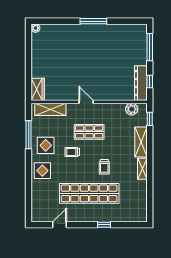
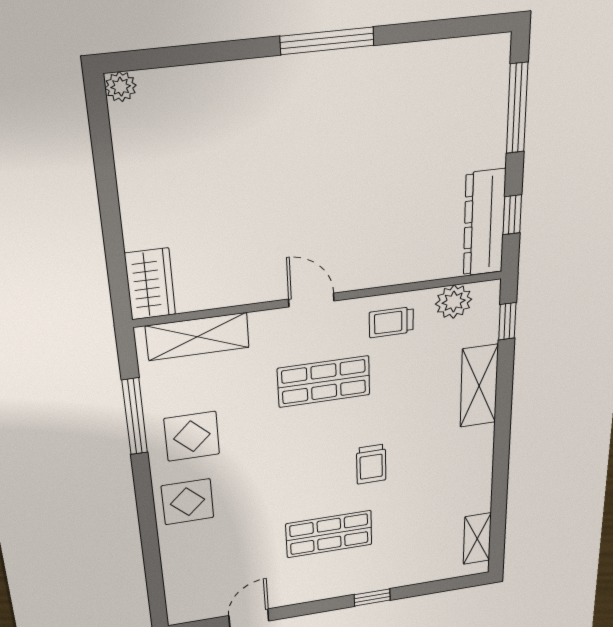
trolley: (72, 152) -> (391, 322), moved
shelving: (142, 169) -> (477, 539), moved
shop shelf: (89, 193) -> (329, 534), width x0.50, depth x0.74

